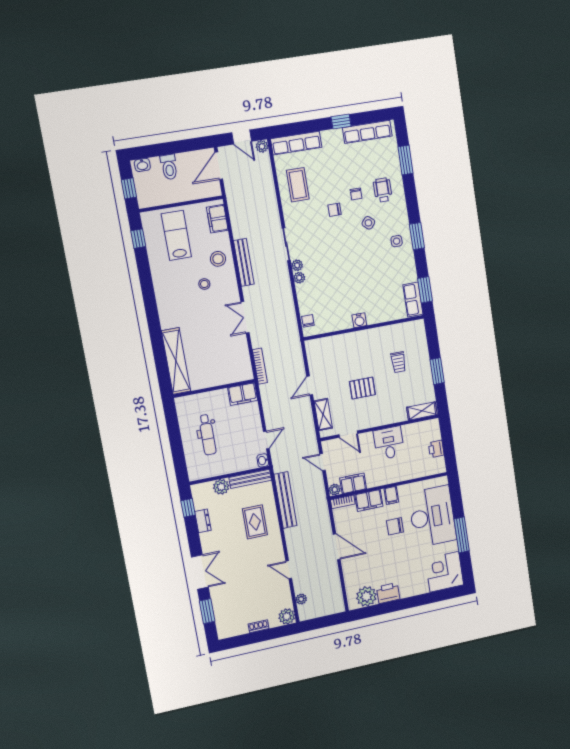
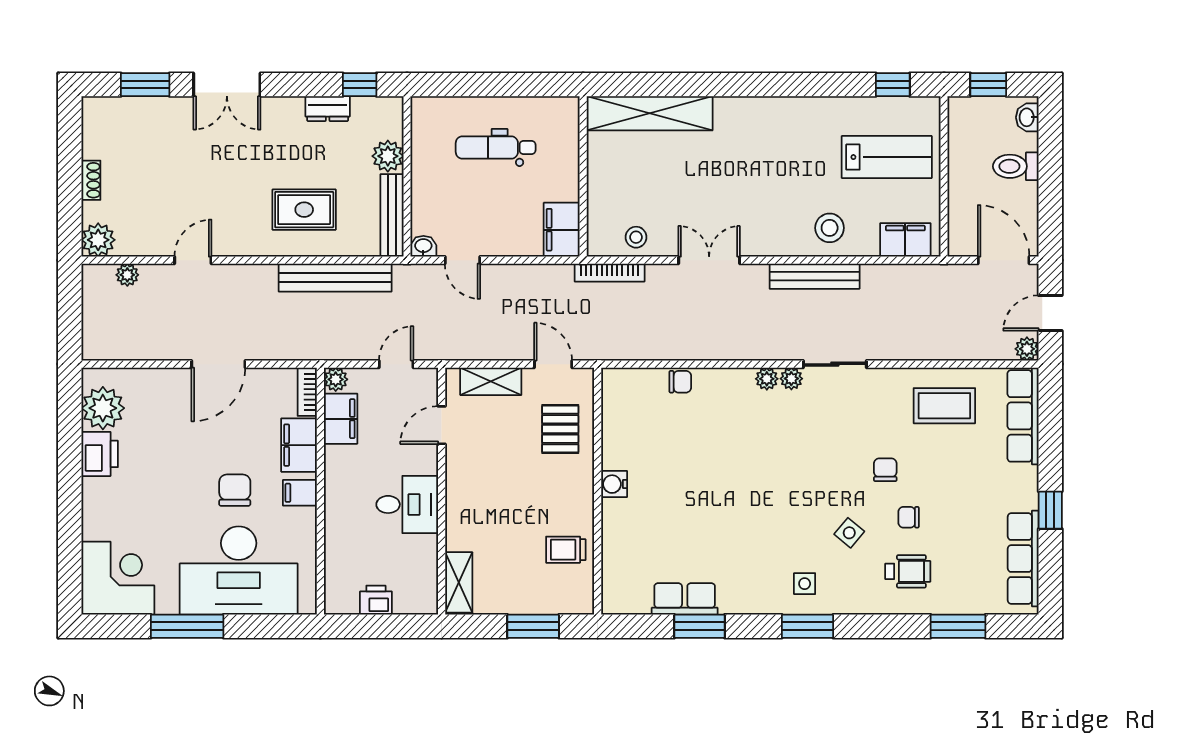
stool: (204, 284) -> (636, 237), moved
water cooler: (359, 320) -> (614, 484), moved
wall: (364, 328) -> (598, 491), moved
pallet: (362, 388) -> (560, 429), moved

